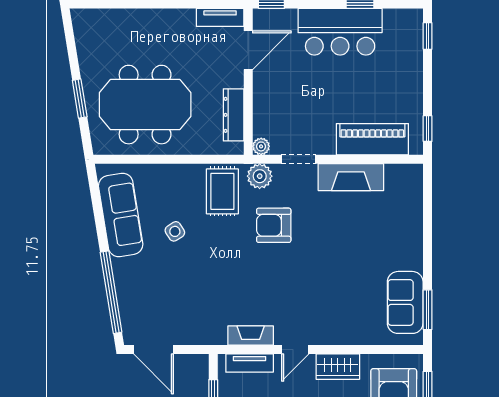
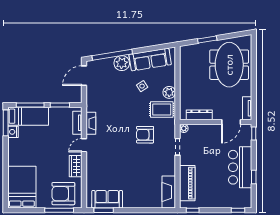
door: (248, 50) -> (231, 122), hinge flipped
meeting table: (145, 105) -> (229, 65), moved
plant: (260, 176) -> (169, 92), moved
fireplace: (351, 177) -> (169, 192), moved
armchair: (274, 225) -> (145, 135), turned -90
plant: (128, 273) -> (122, 63), added
door: (295, 350) -> (84, 145), hinge flipped

